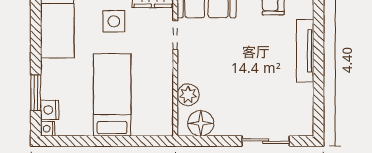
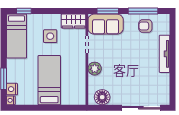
plant: (188, 95) -> (95, 69), moved
sliding door: (266, 141) -> (141, 108), width x1.37

